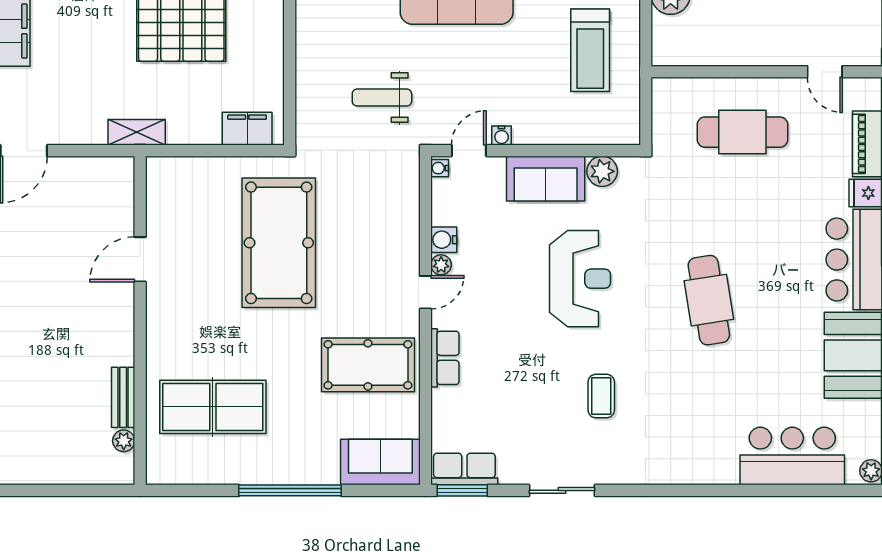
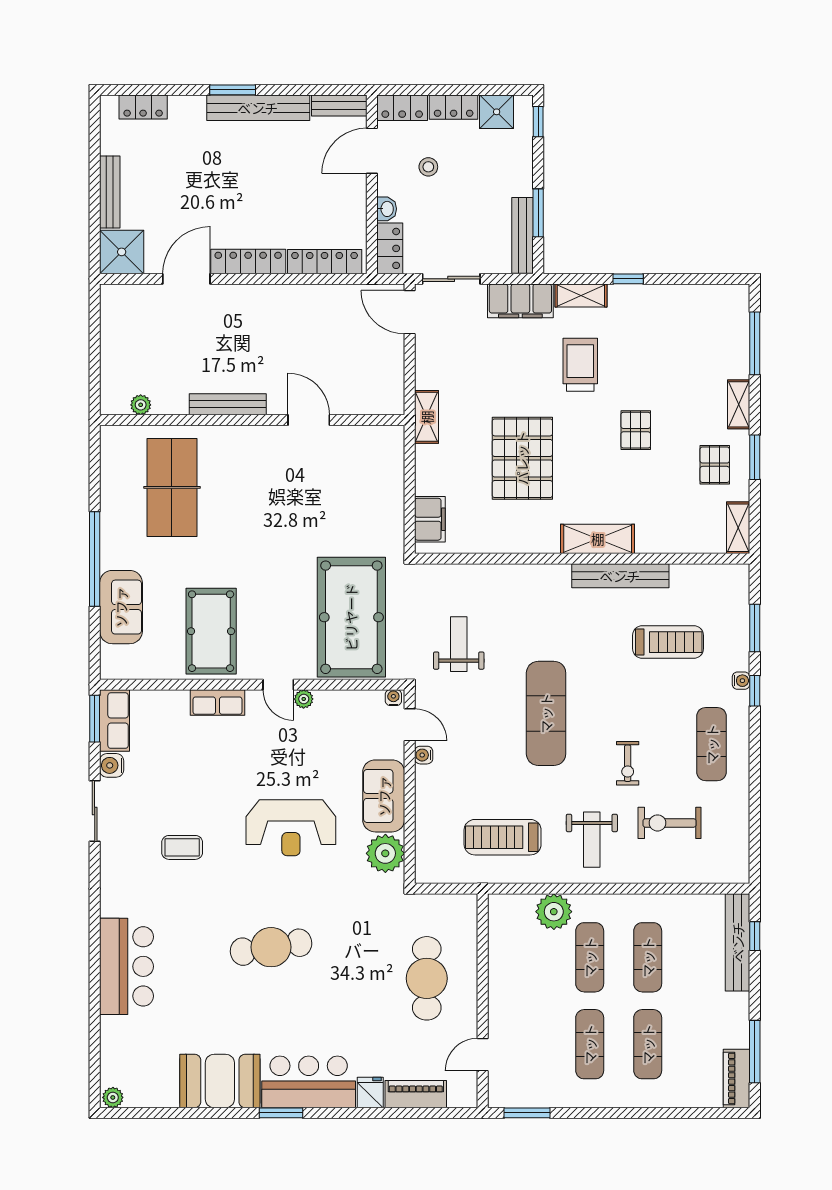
plant: (602, 171) -> (385, 853), width x1.36, depth x1.36
water cooler: (444, 240) -> (112, 765), moved, turned -90
pool table: (279, 243) -> (351, 617), moved, turned 90
bench: (123, 397) -> (228, 404), moved, width x1.36
bar counter: (792, 456) -> (127, 966), moved
sofa: (380, 462) -> (121, 607), moved

